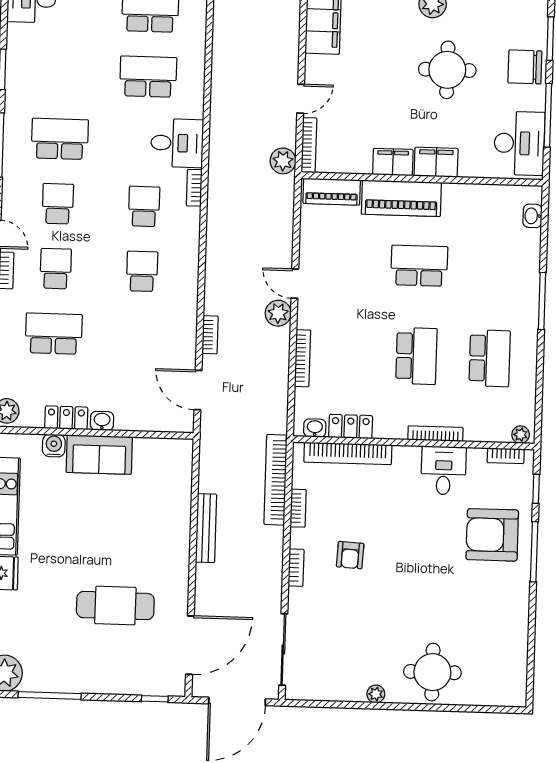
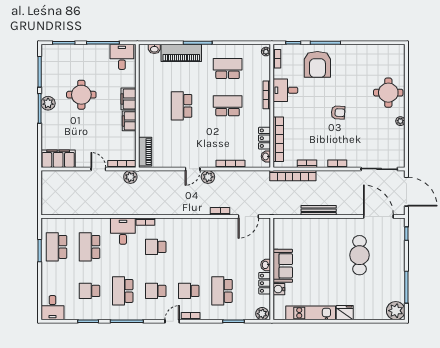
chair: (525, 67) -> (79, 55), removed
desk: (519, 143) -> (122, 57), width x0.73
piano: (401, 198) -> (181, 53), moved, turned 90
school desk: (142, 271) -> (90, 291), moved
armchair: (350, 555) -> (338, 113), moved

